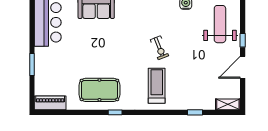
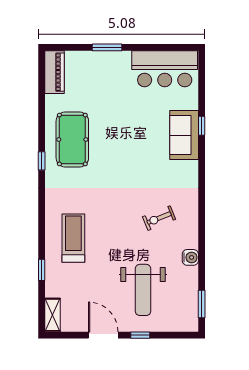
weight bench: (220, 24) -> (143, 290), moved, turned 90
exercise bike: (159, 48) -> (159, 218), moved
treadmill: (157, 86) -> (73, 238), moved, turned -90

